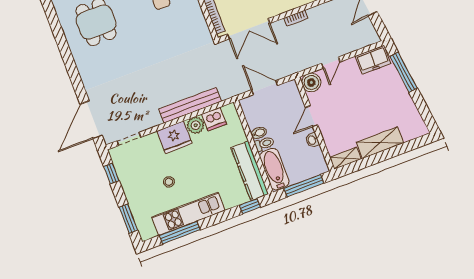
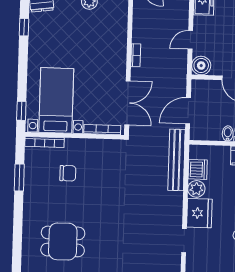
door: (331, 63) -> (190, 40), swing flipped
bench: (190, 105) -> (177, 160), moved
doorway: (129, 139) -> (184, 240), moved

